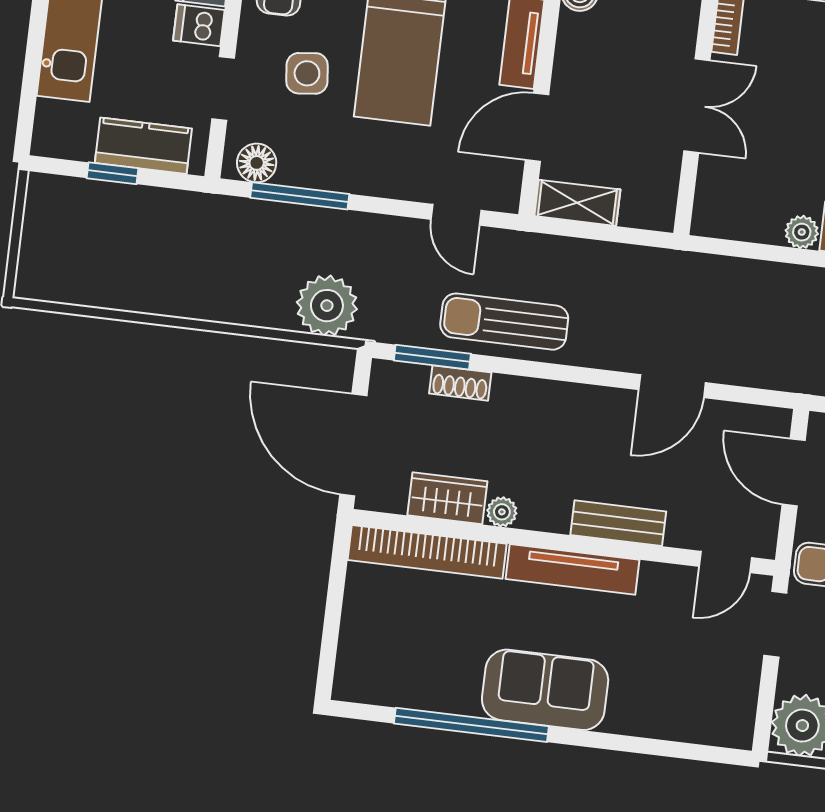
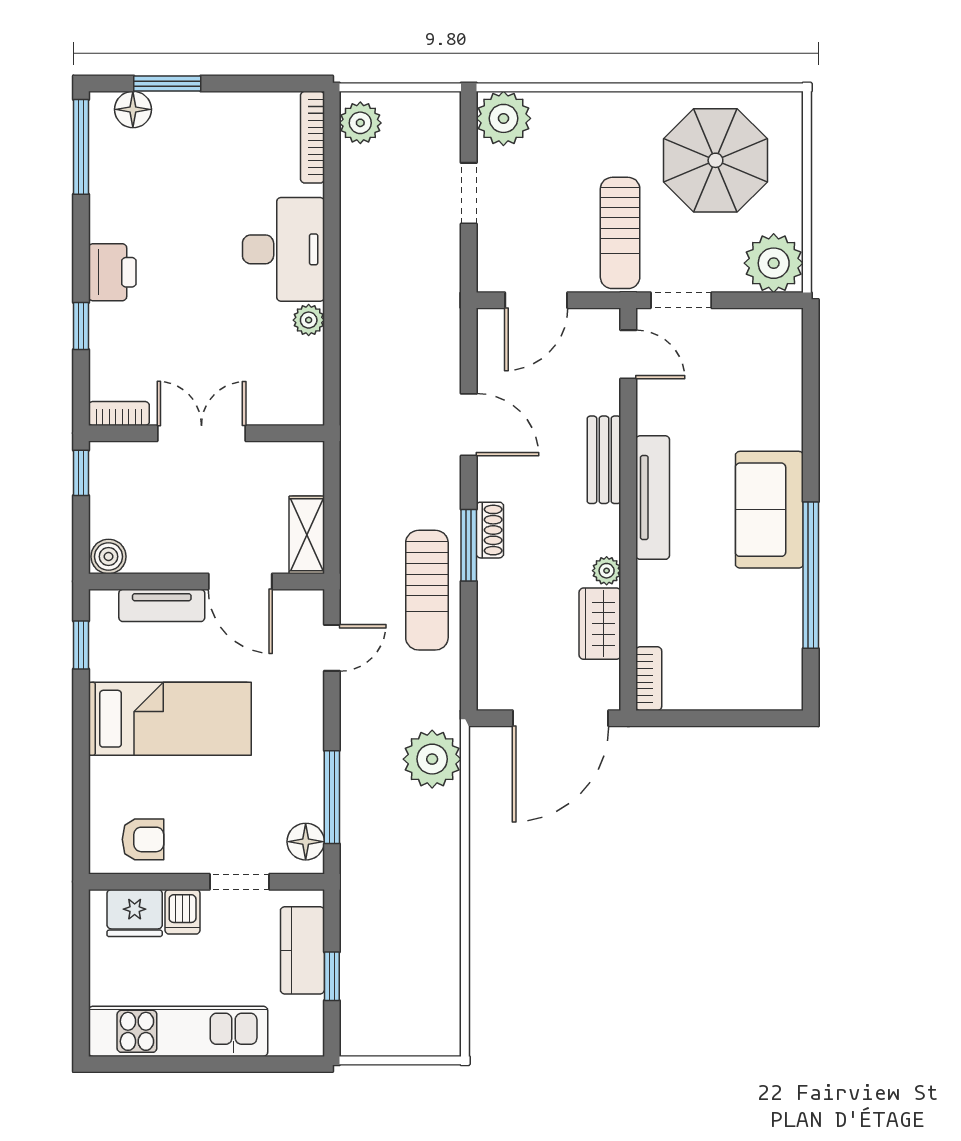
side table: (307, 73) -> (216, 804), removed
window: (432, 357) -> (469, 545), moved
shoe rack: (460, 383) -> (490, 530), moved
bookcase: (427, 552) -> (649, 679), width x0.43, depth x0.76

